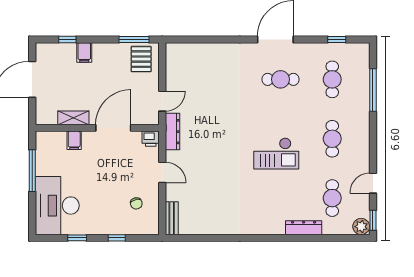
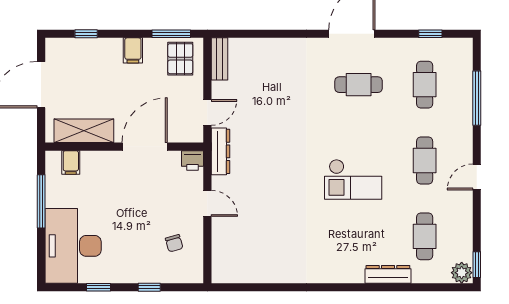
filing cabinet: (84, 53) -> (133, 50), moved
shelving: (73, 118) -> (84, 131), width x1.50, depth x1.33
filing cabinet: (74, 140) -> (71, 163), moved
door: (373, 183) -> (477, 177), moved
bench: (172, 218) -> (219, 59), moved

